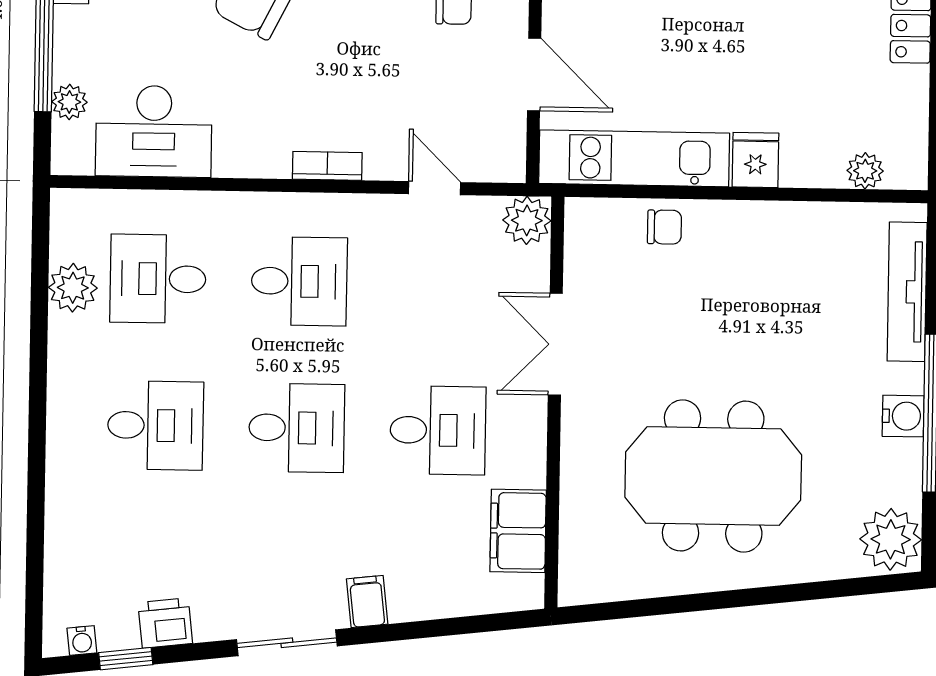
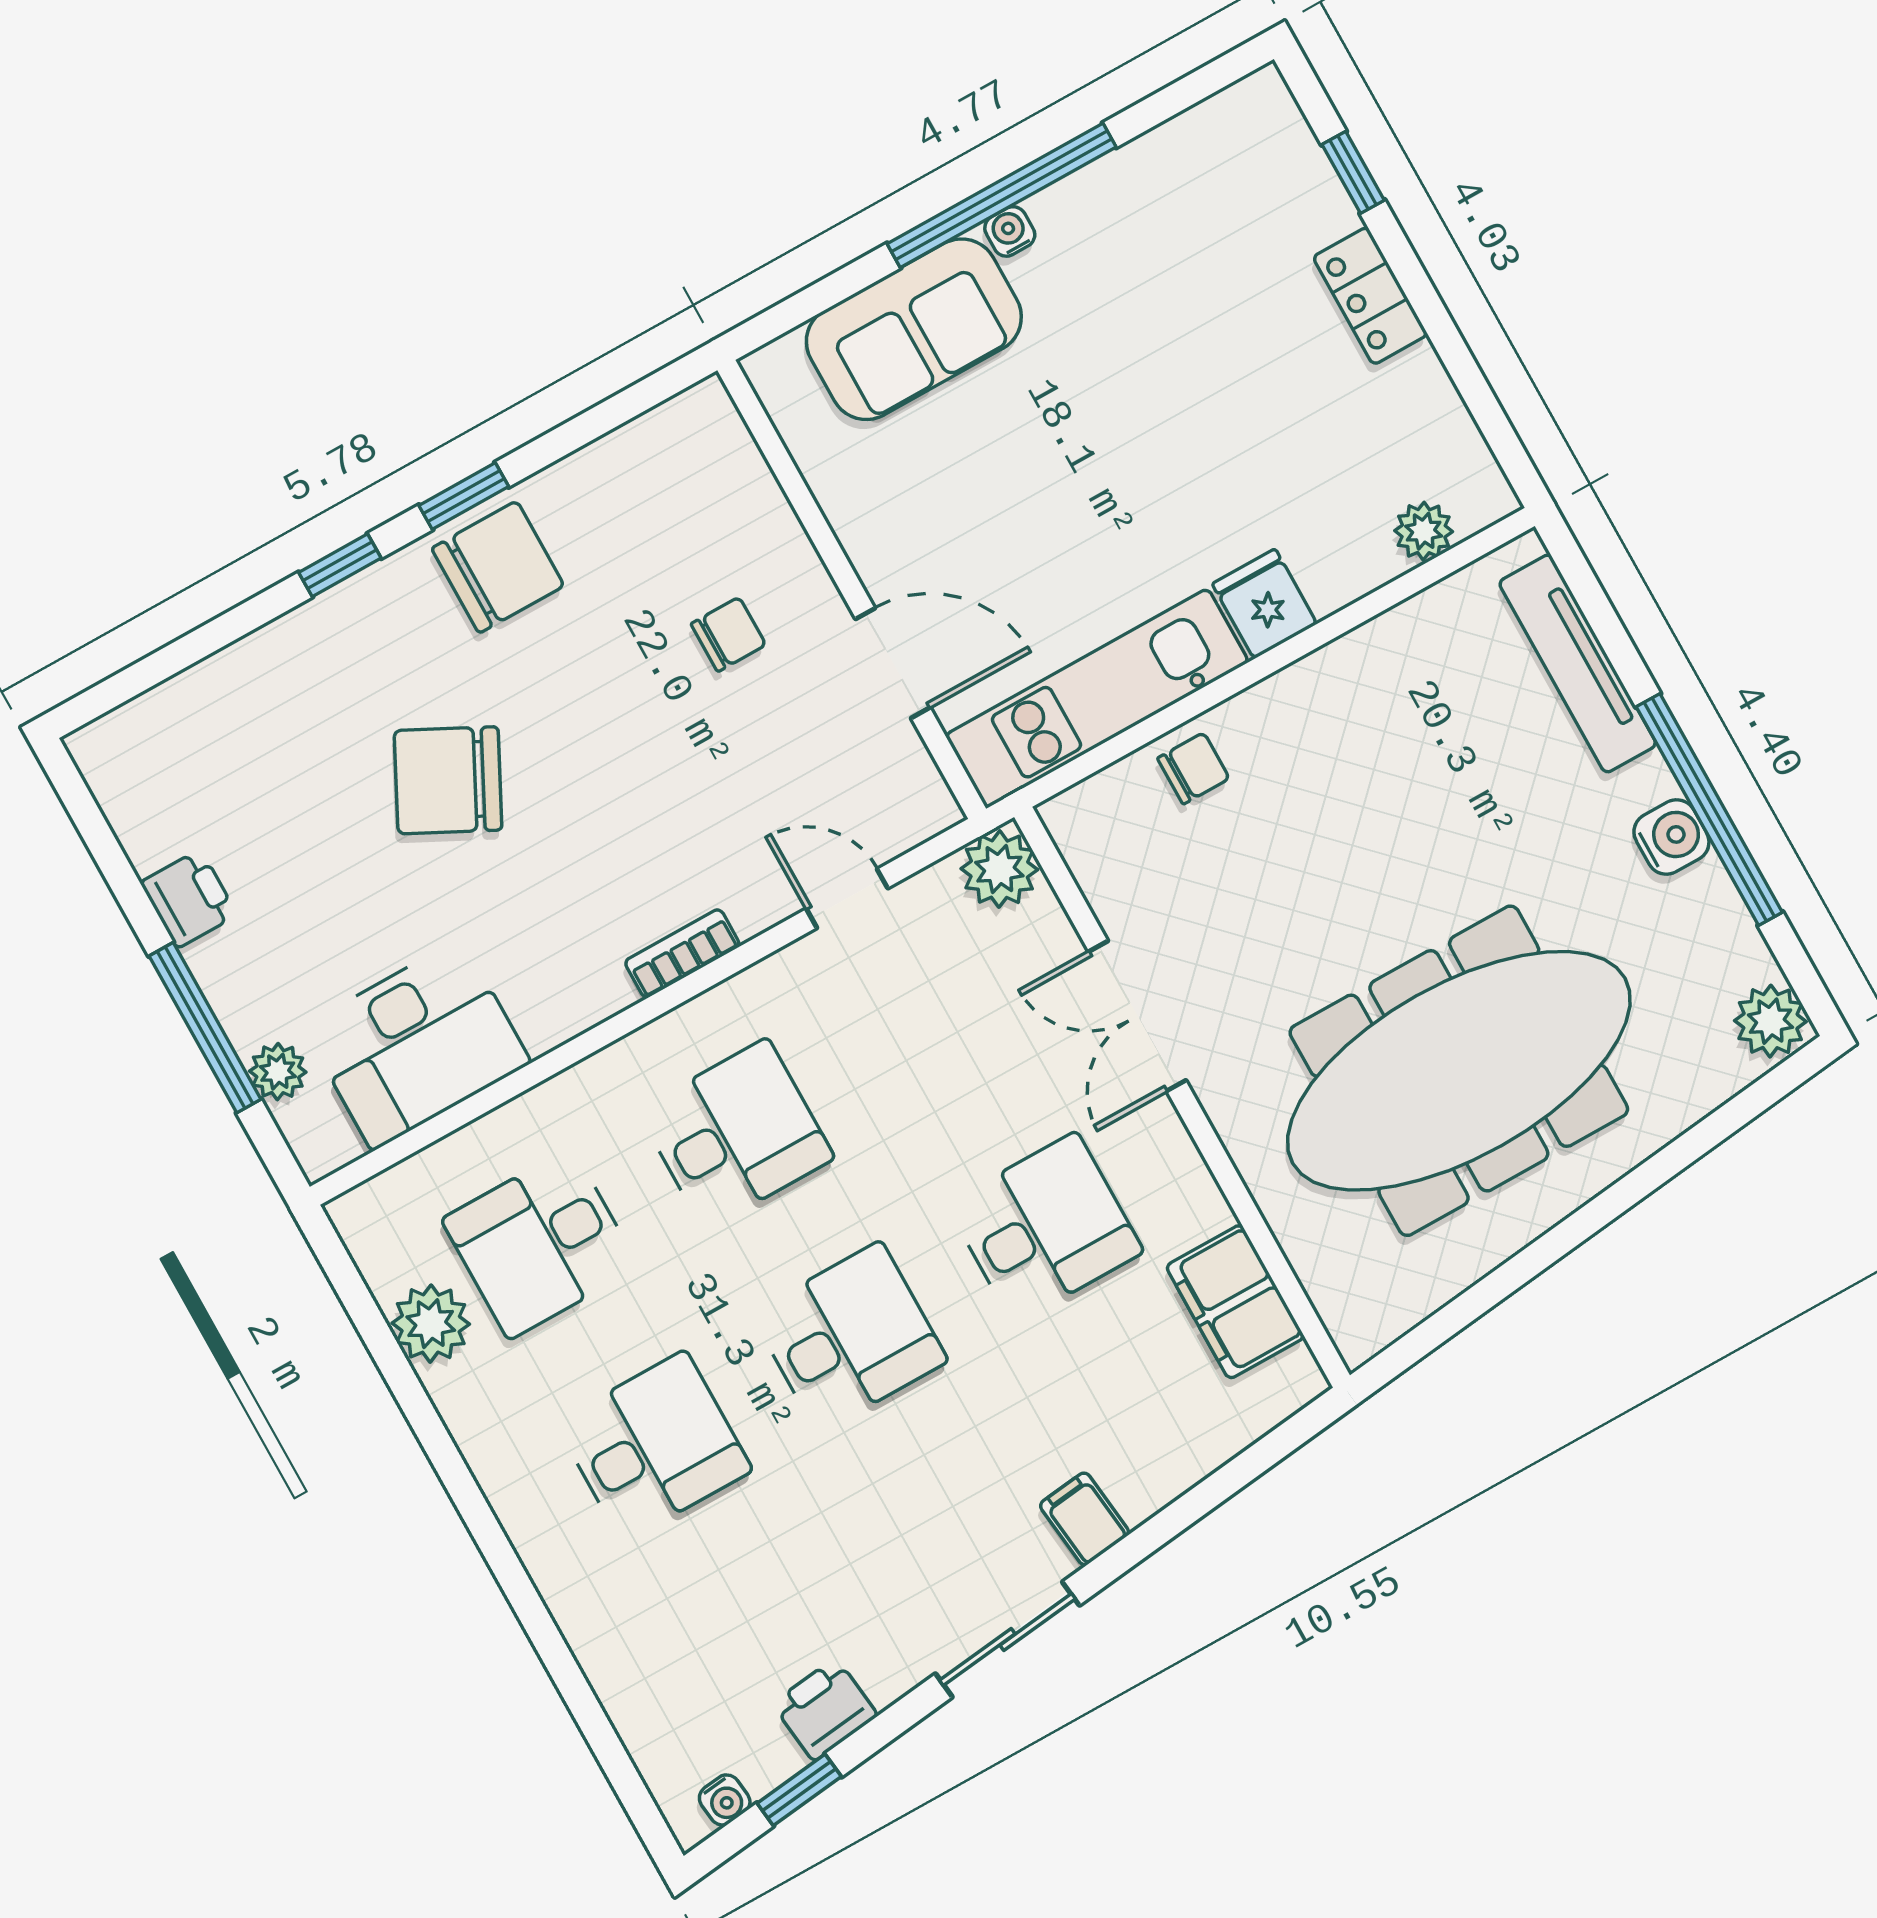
meeting table: (713, 476) -> (1459, 1071), width x1.36
plant: (891, 539) -> (1770, 1021), width x0.73, depth x0.73

